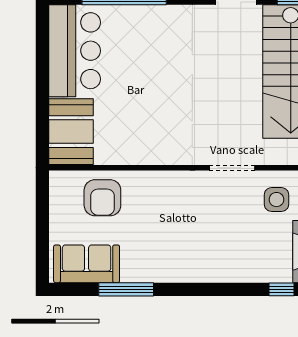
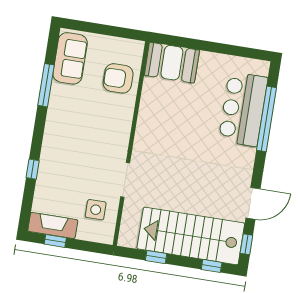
bar counter: (75, 51) -> (243, 109), moved, turned 90
window: (281, 289) -> (33, 169), moved

